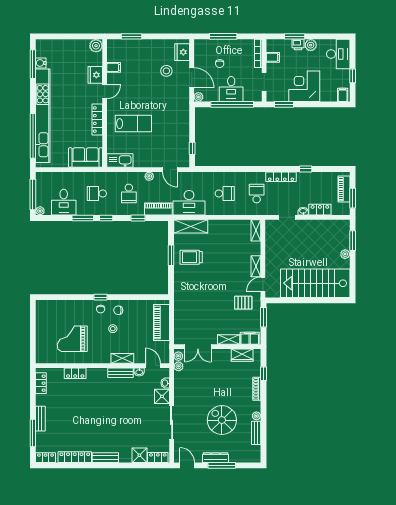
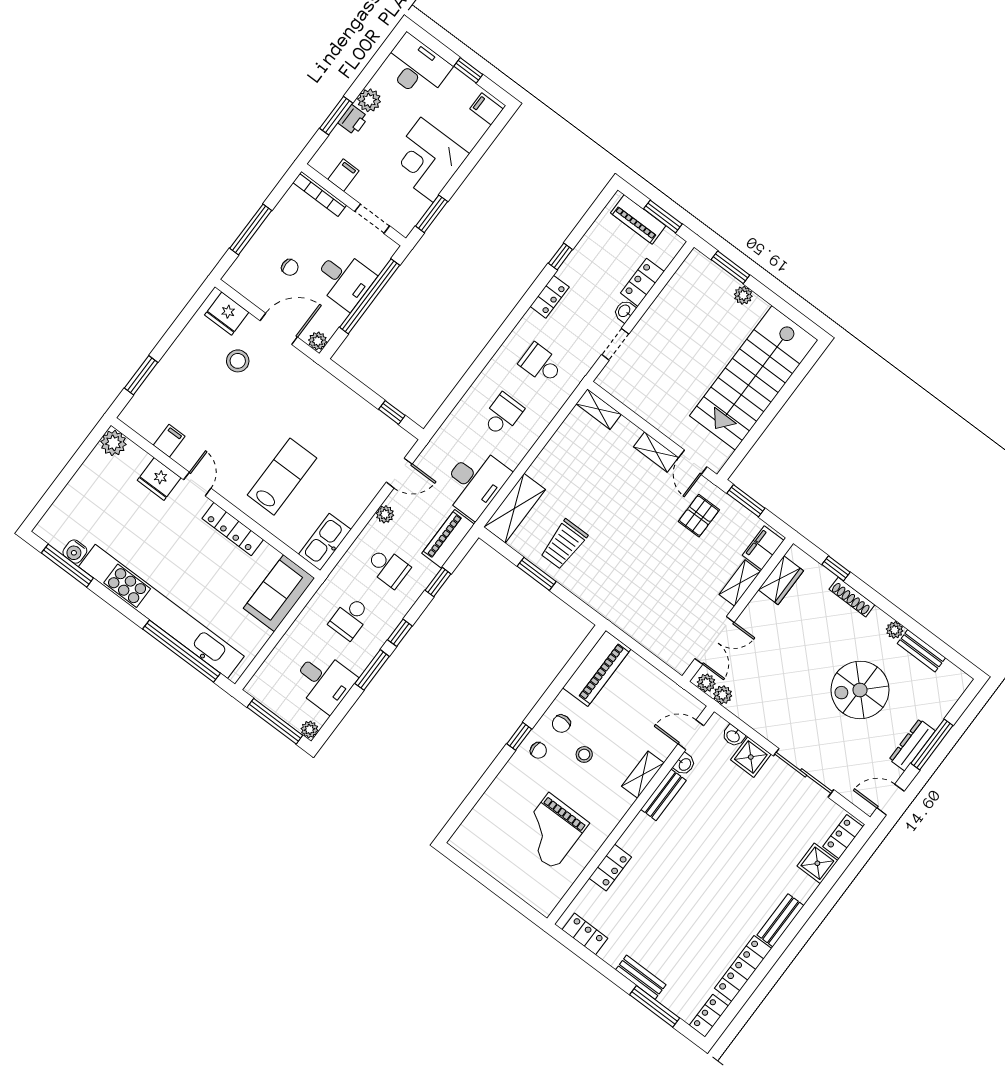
locker: (281, 177) -> (550, 297), width x0.66
piano: (161, 323) -> (597, 668), moved, turned -90

